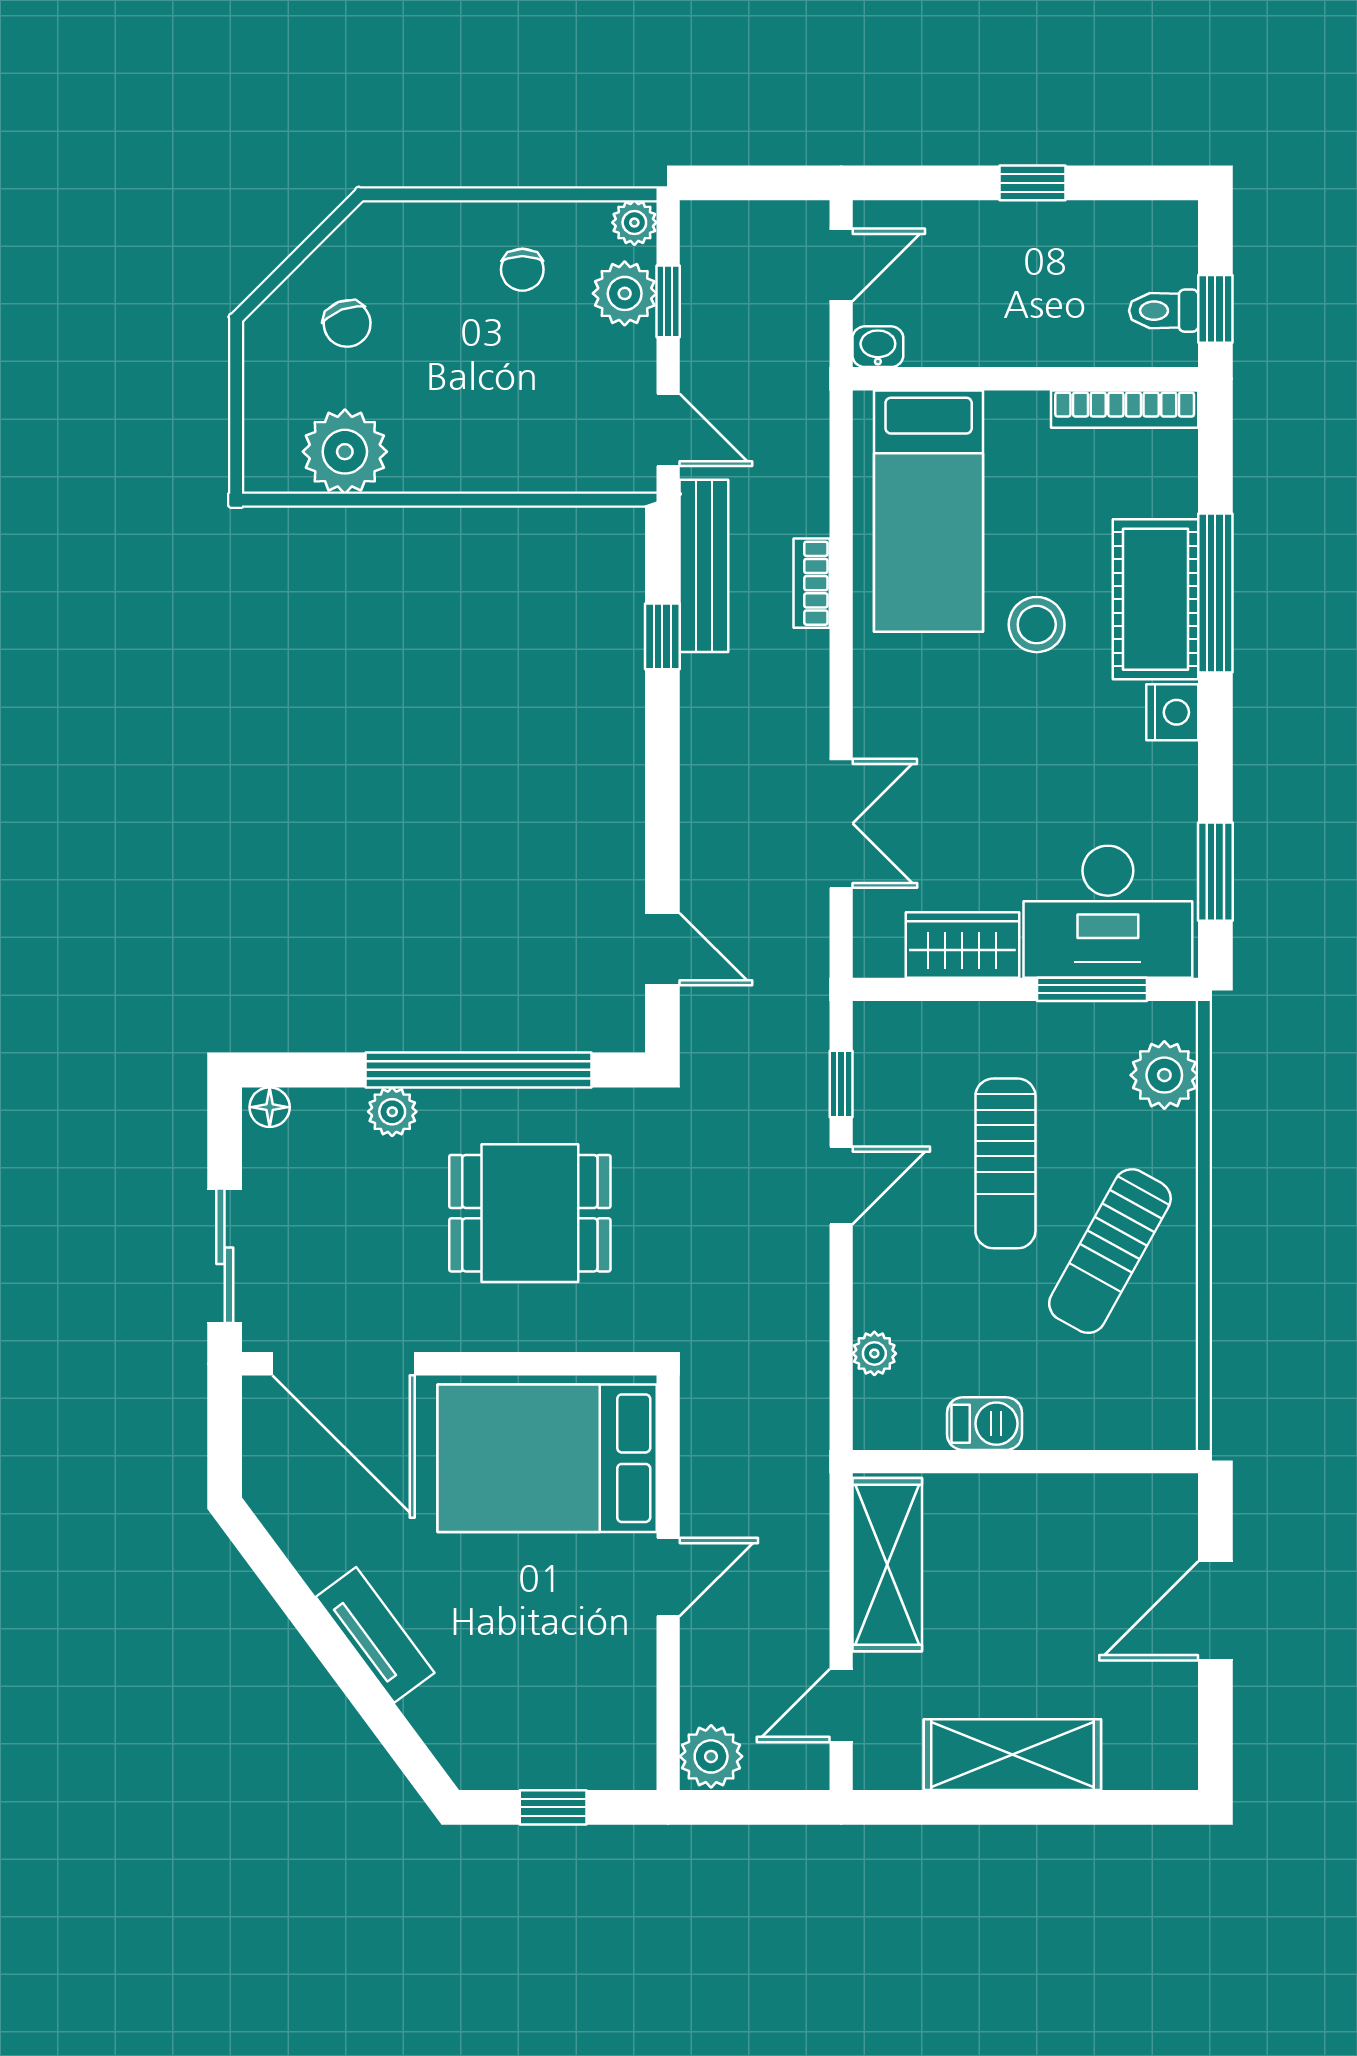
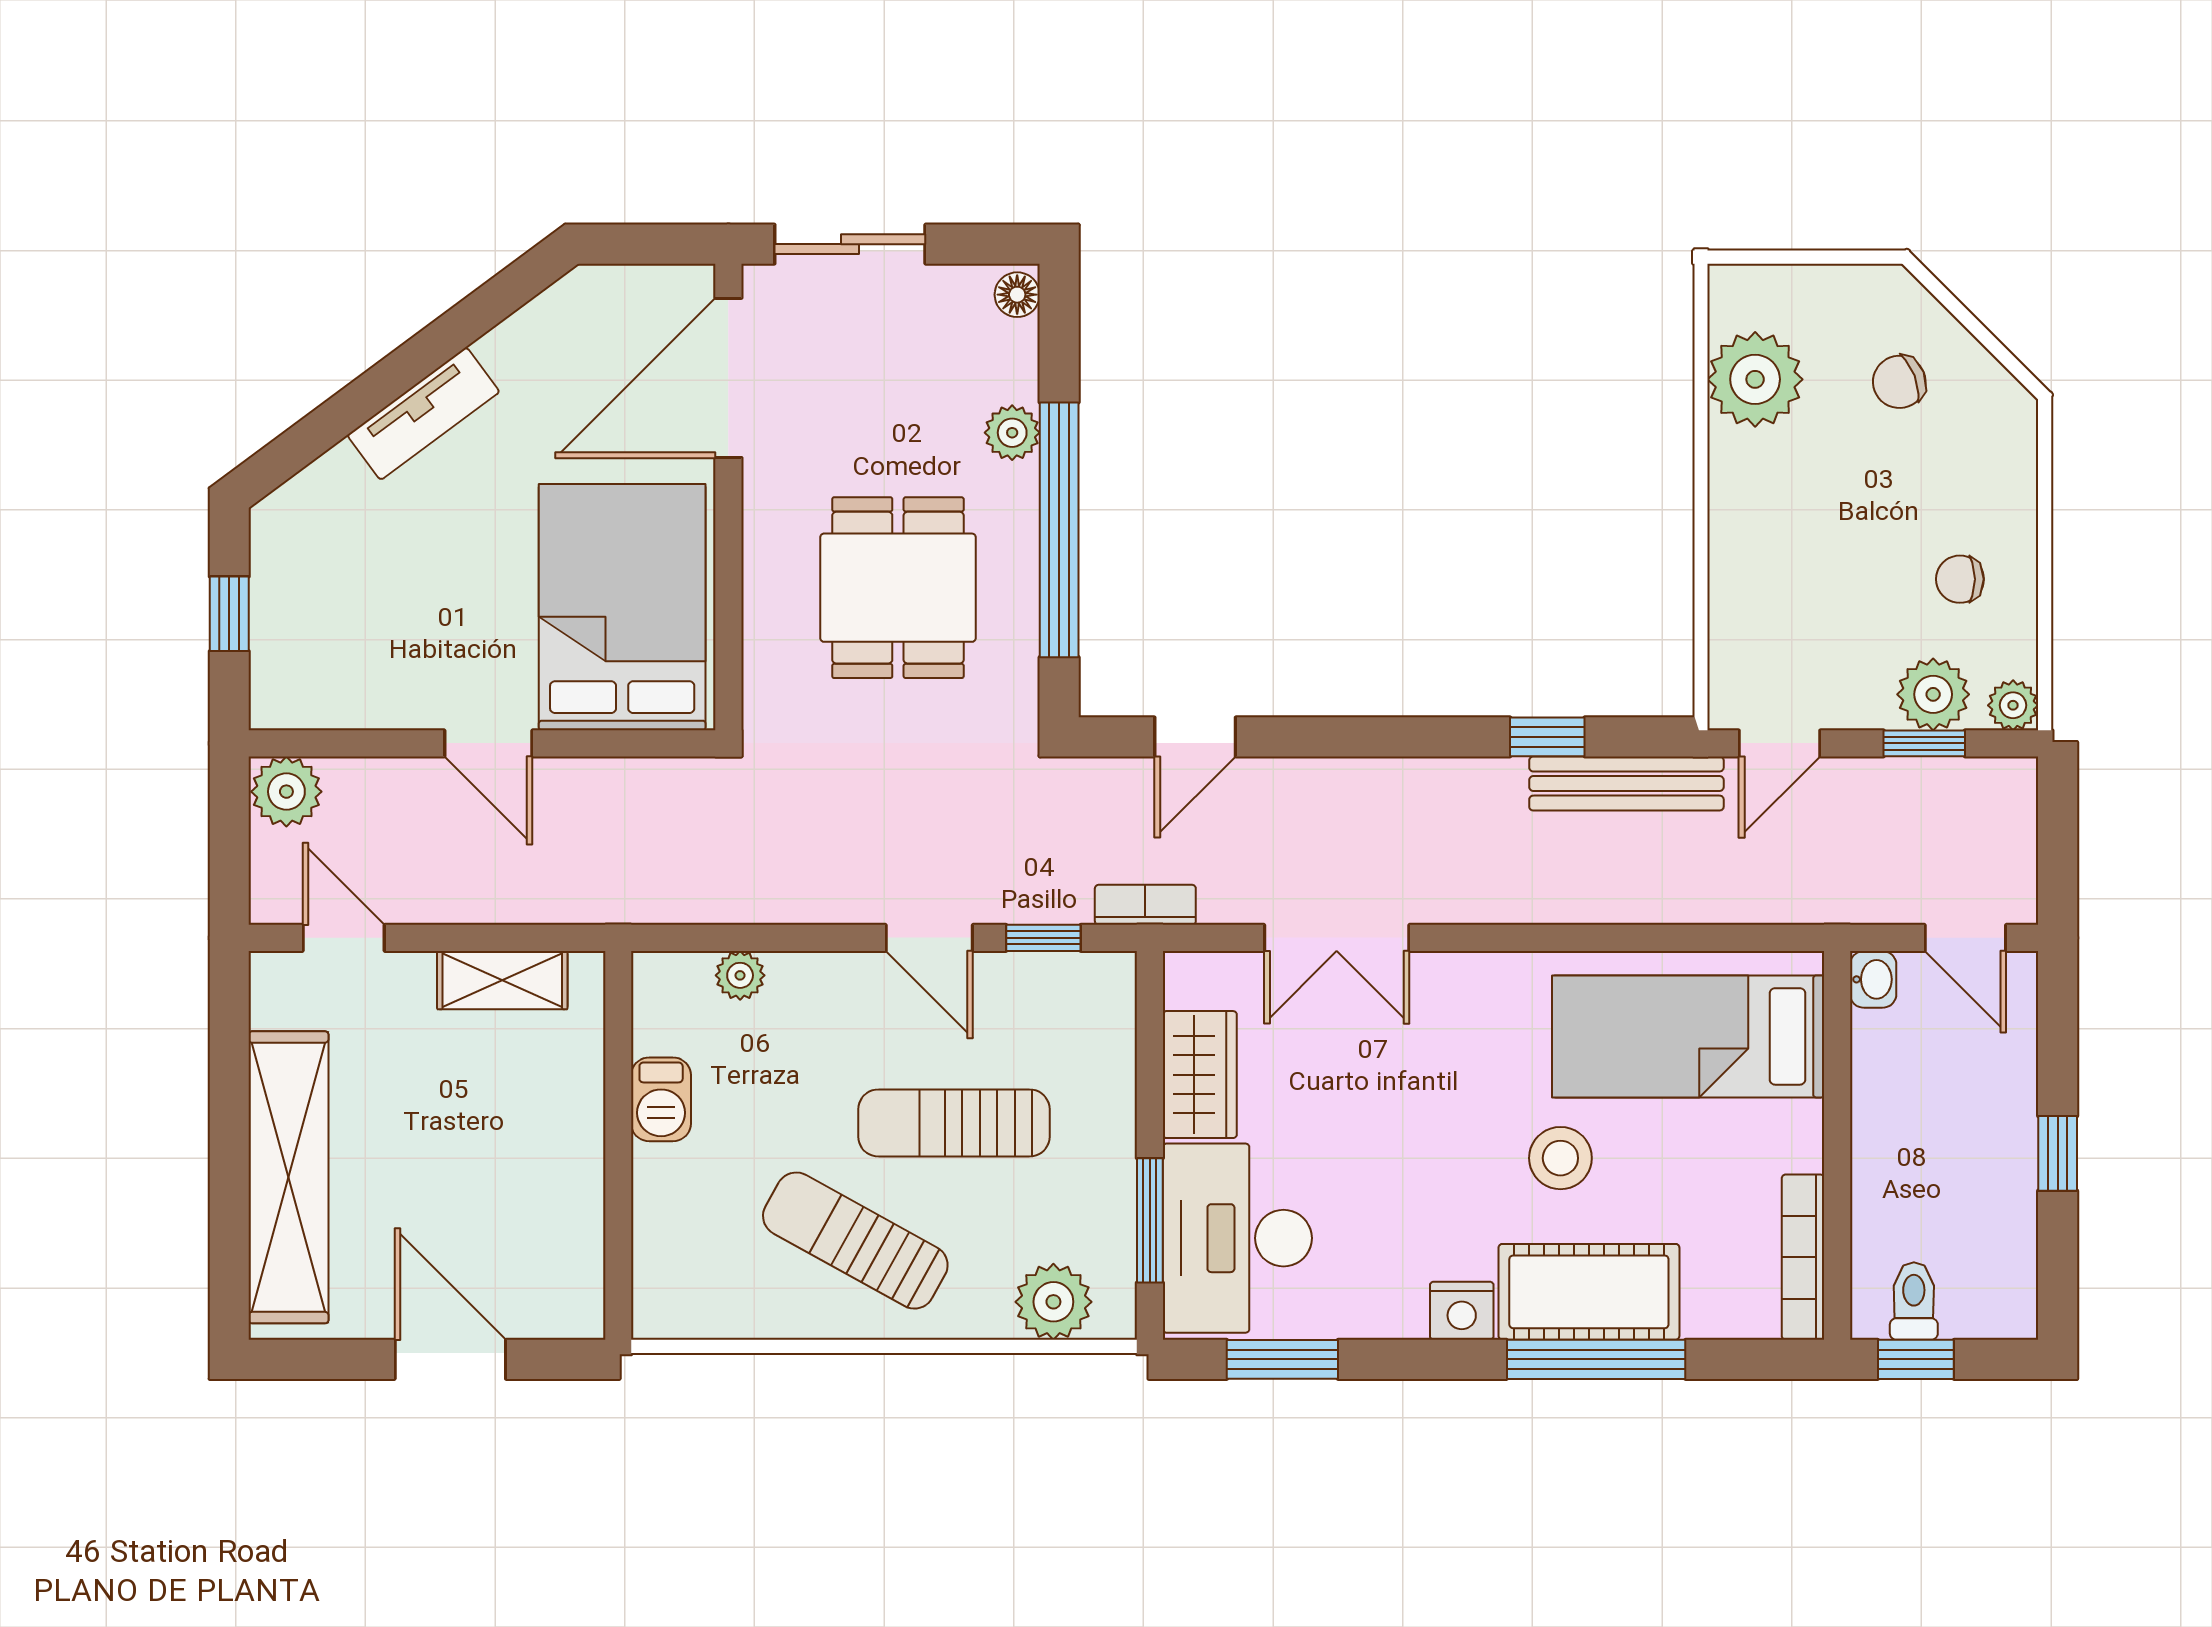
bookcase: (812, 583) -> (1145, 905), moved
shelving: (887, 1565) -> (502, 980), width x0.67, depth x0.75
shelving: (1012, 1755) -> (289, 1177), width x1.47

